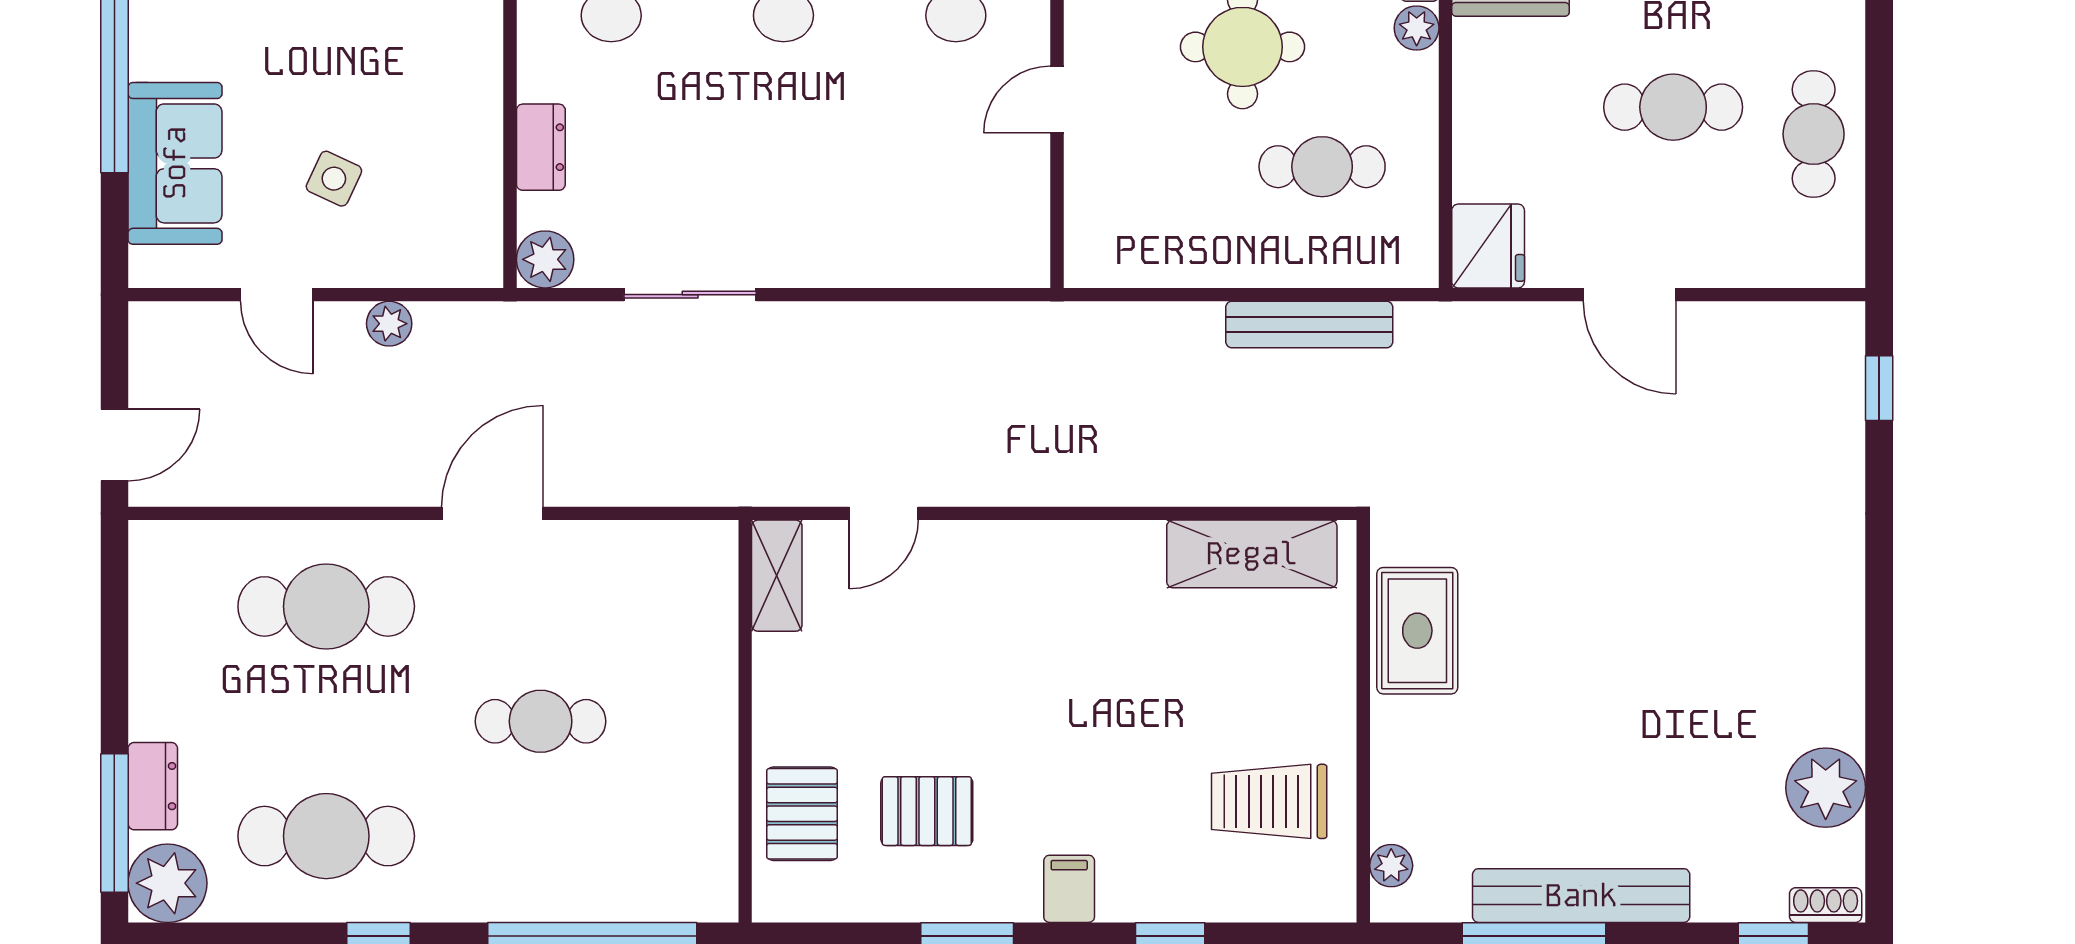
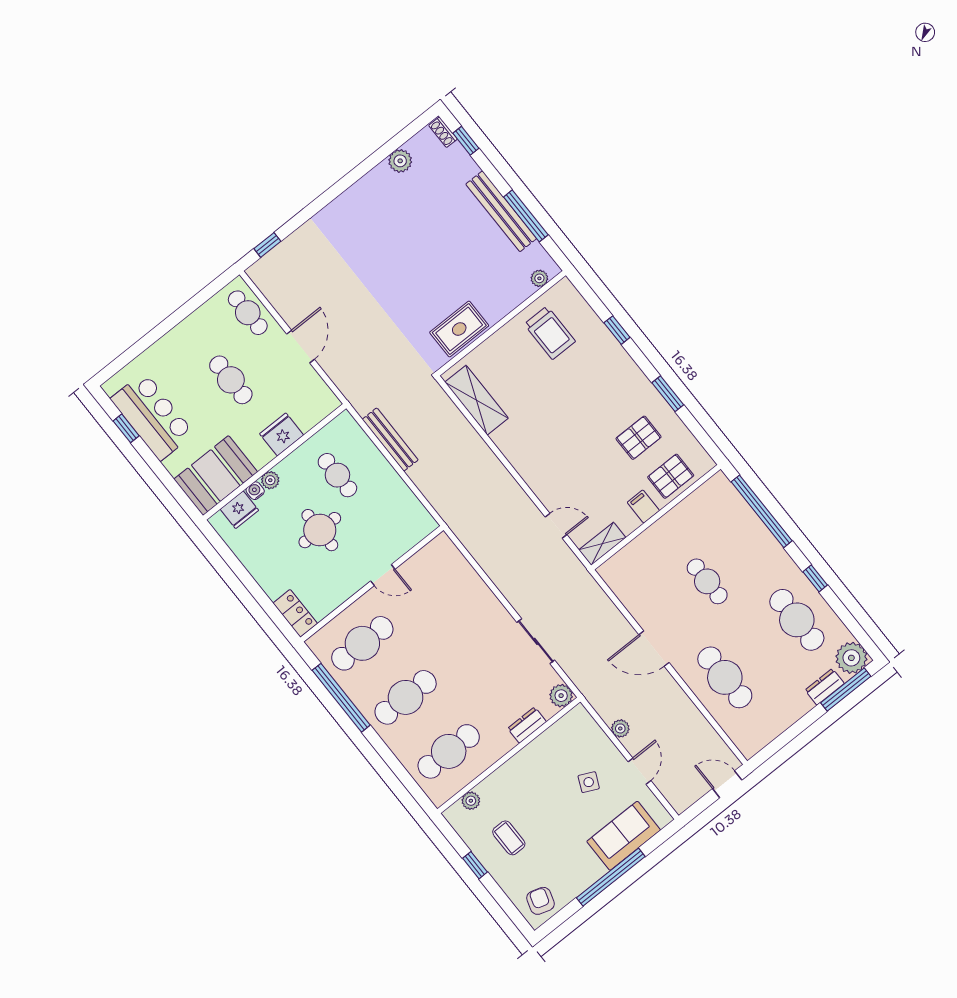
cafe table: (1814, 134) -> (248, 313), moved, turned 90
fridge: (1488, 246) -> (282, 434), moved
plant: (1826, 788) -> (400, 161), width x0.73, depth x0.73
pallet: (927, 811) -> (639, 438), turned 90
filing cabinet: (1069, 889) -> (643, 507), moved, turned 90

